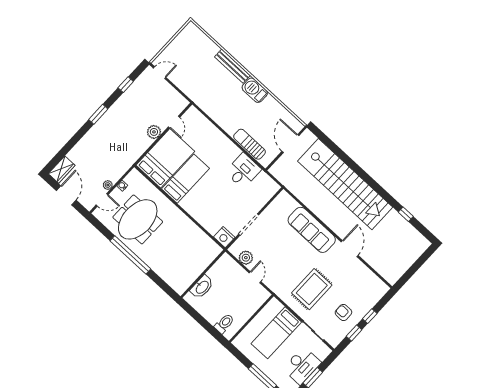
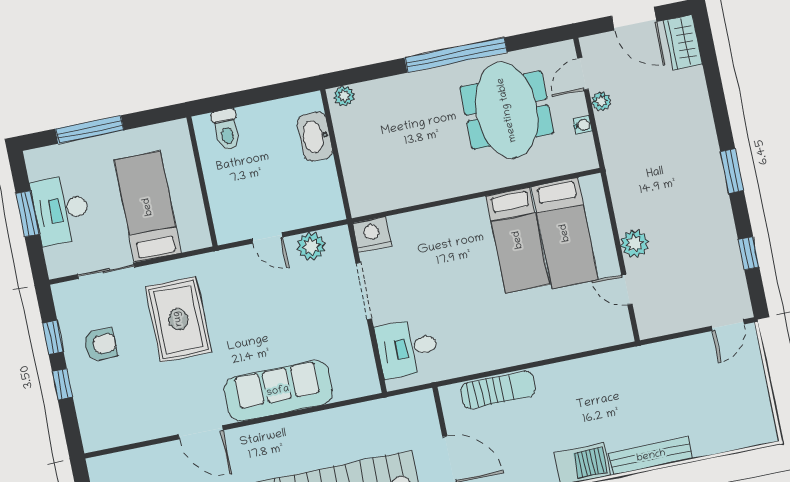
bed: (165, 158) -> (565, 233), width x0.67
desk: (243, 171) -> (408, 348), moved, turned 90
plant: (178, 287) -> (344, 96), added

